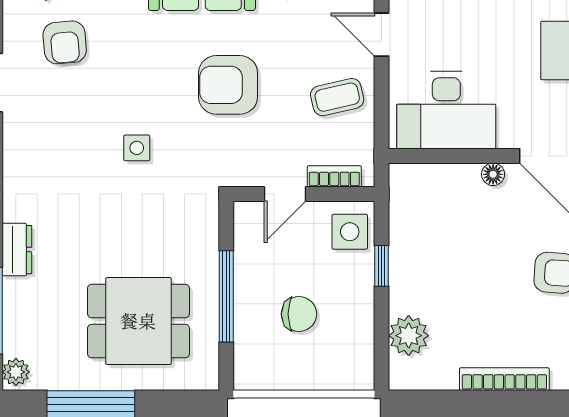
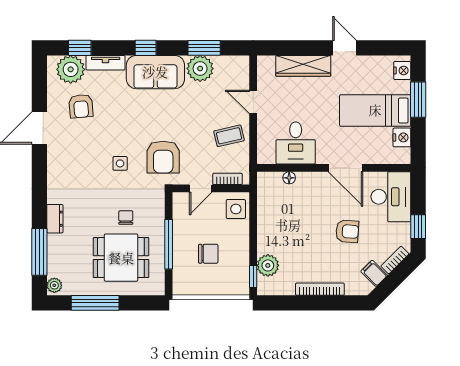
armchair: (228, 85) -> (163, 157), moved, turned -90
desk: (446, 110) -> (296, 143), width x0.73
floor lamp: (493, 174) -> (289, 178), moved
chair: (147, 247) -> (126, 218), added
window: (382, 266) -> (253, 277), moved

